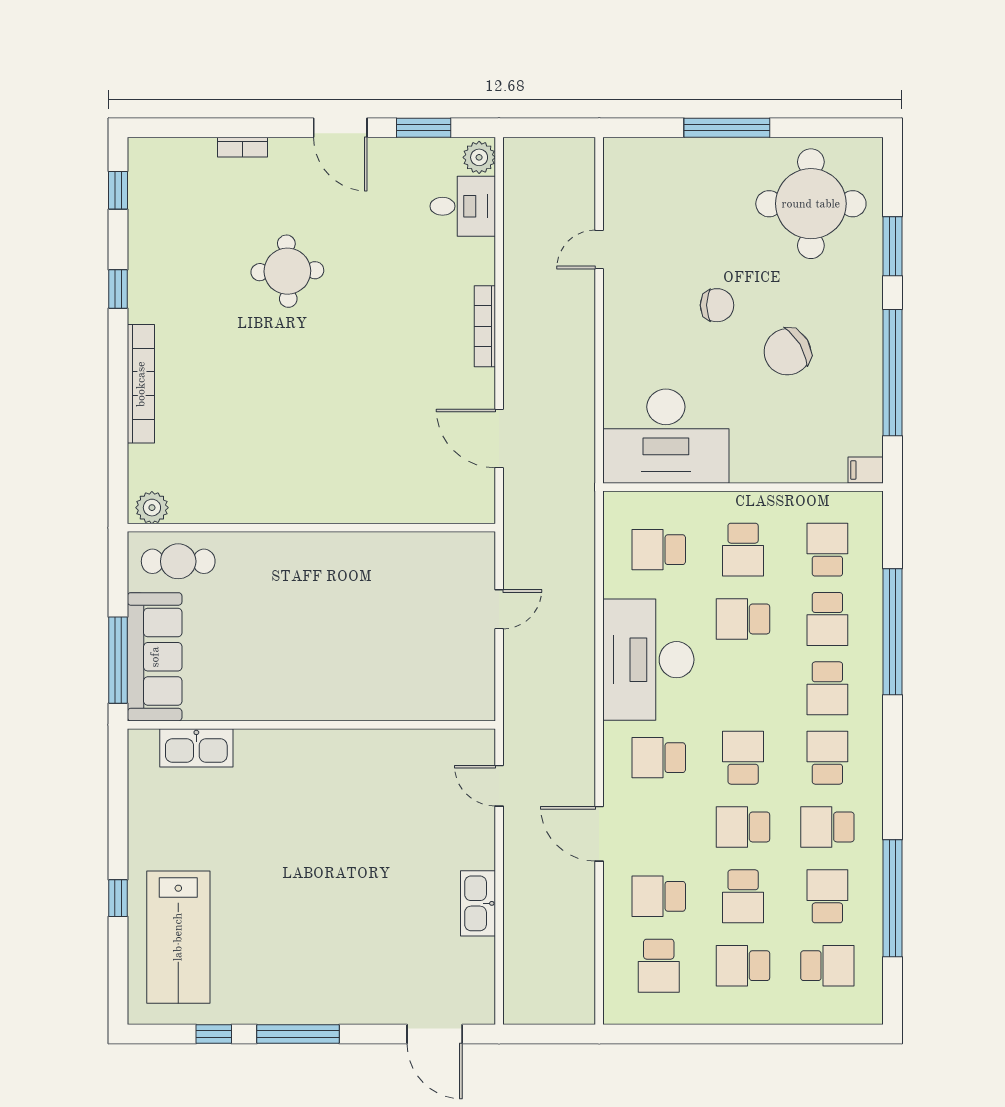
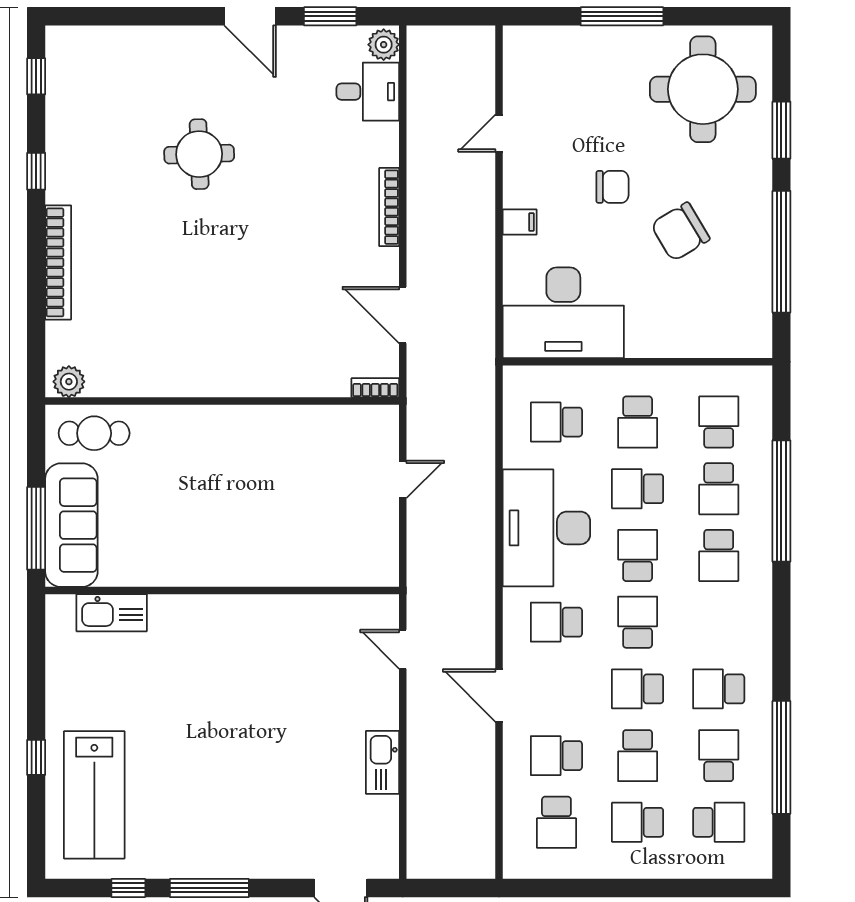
bookcase: (243, 147) -> (375, 388), moved, turned 180
filing cabinet: (866, 470) -> (520, 222), moved, turned 180
school desk: (827, 758) -> (638, 555), moved

